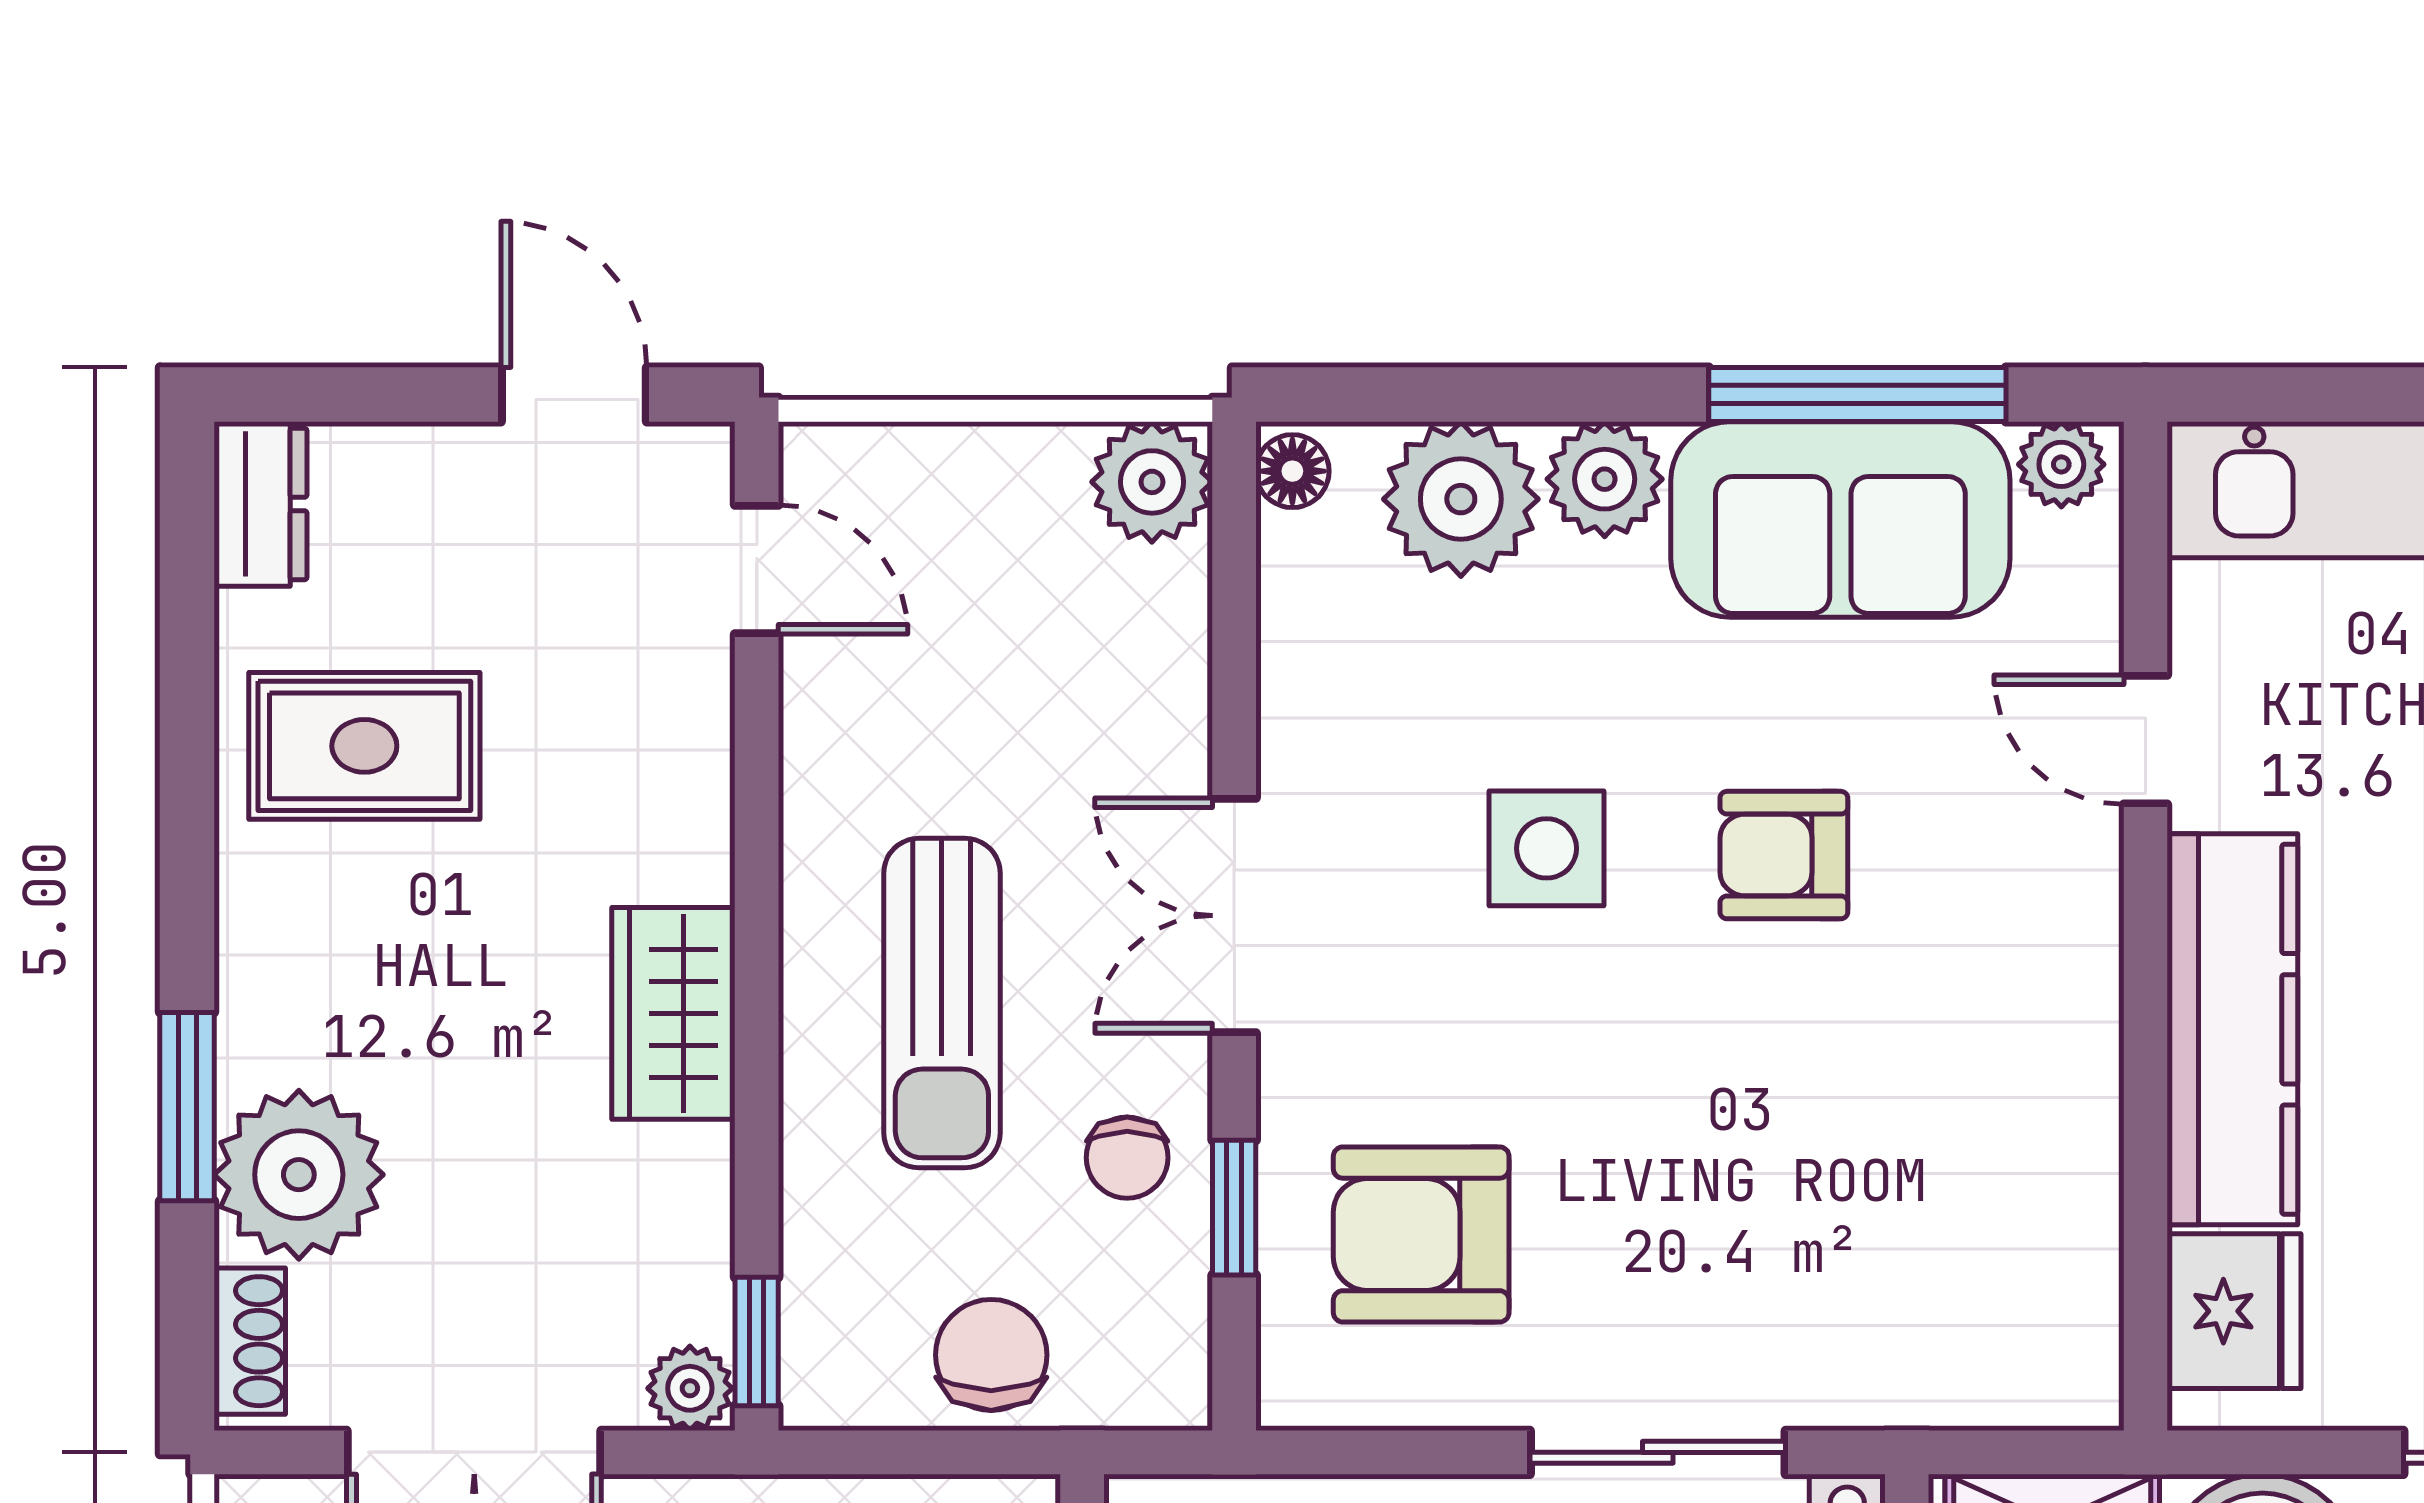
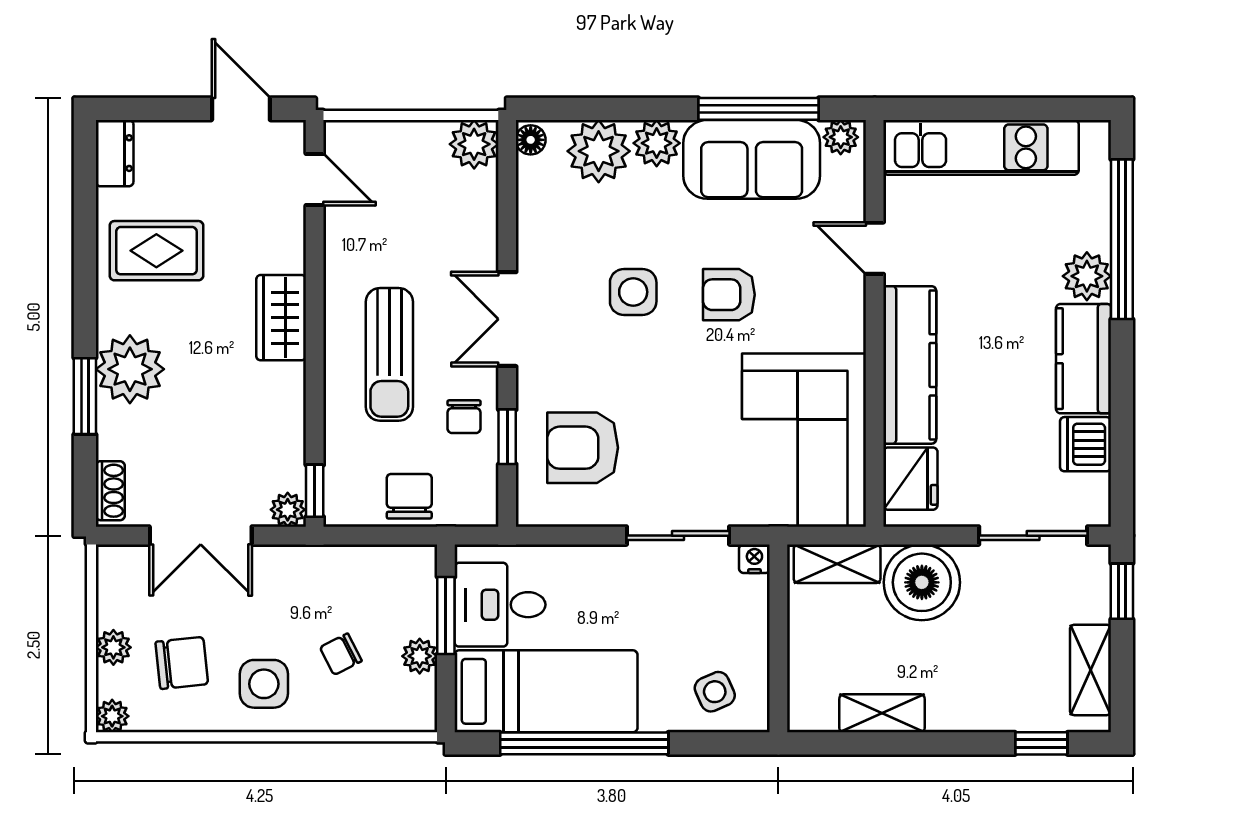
wardrobe: (673, 1013) -> (281, 318), moved
plant: (299, 1175) -> (130, 369), moved
corner sofa: (1970, 1215) -> (804, 440), added

